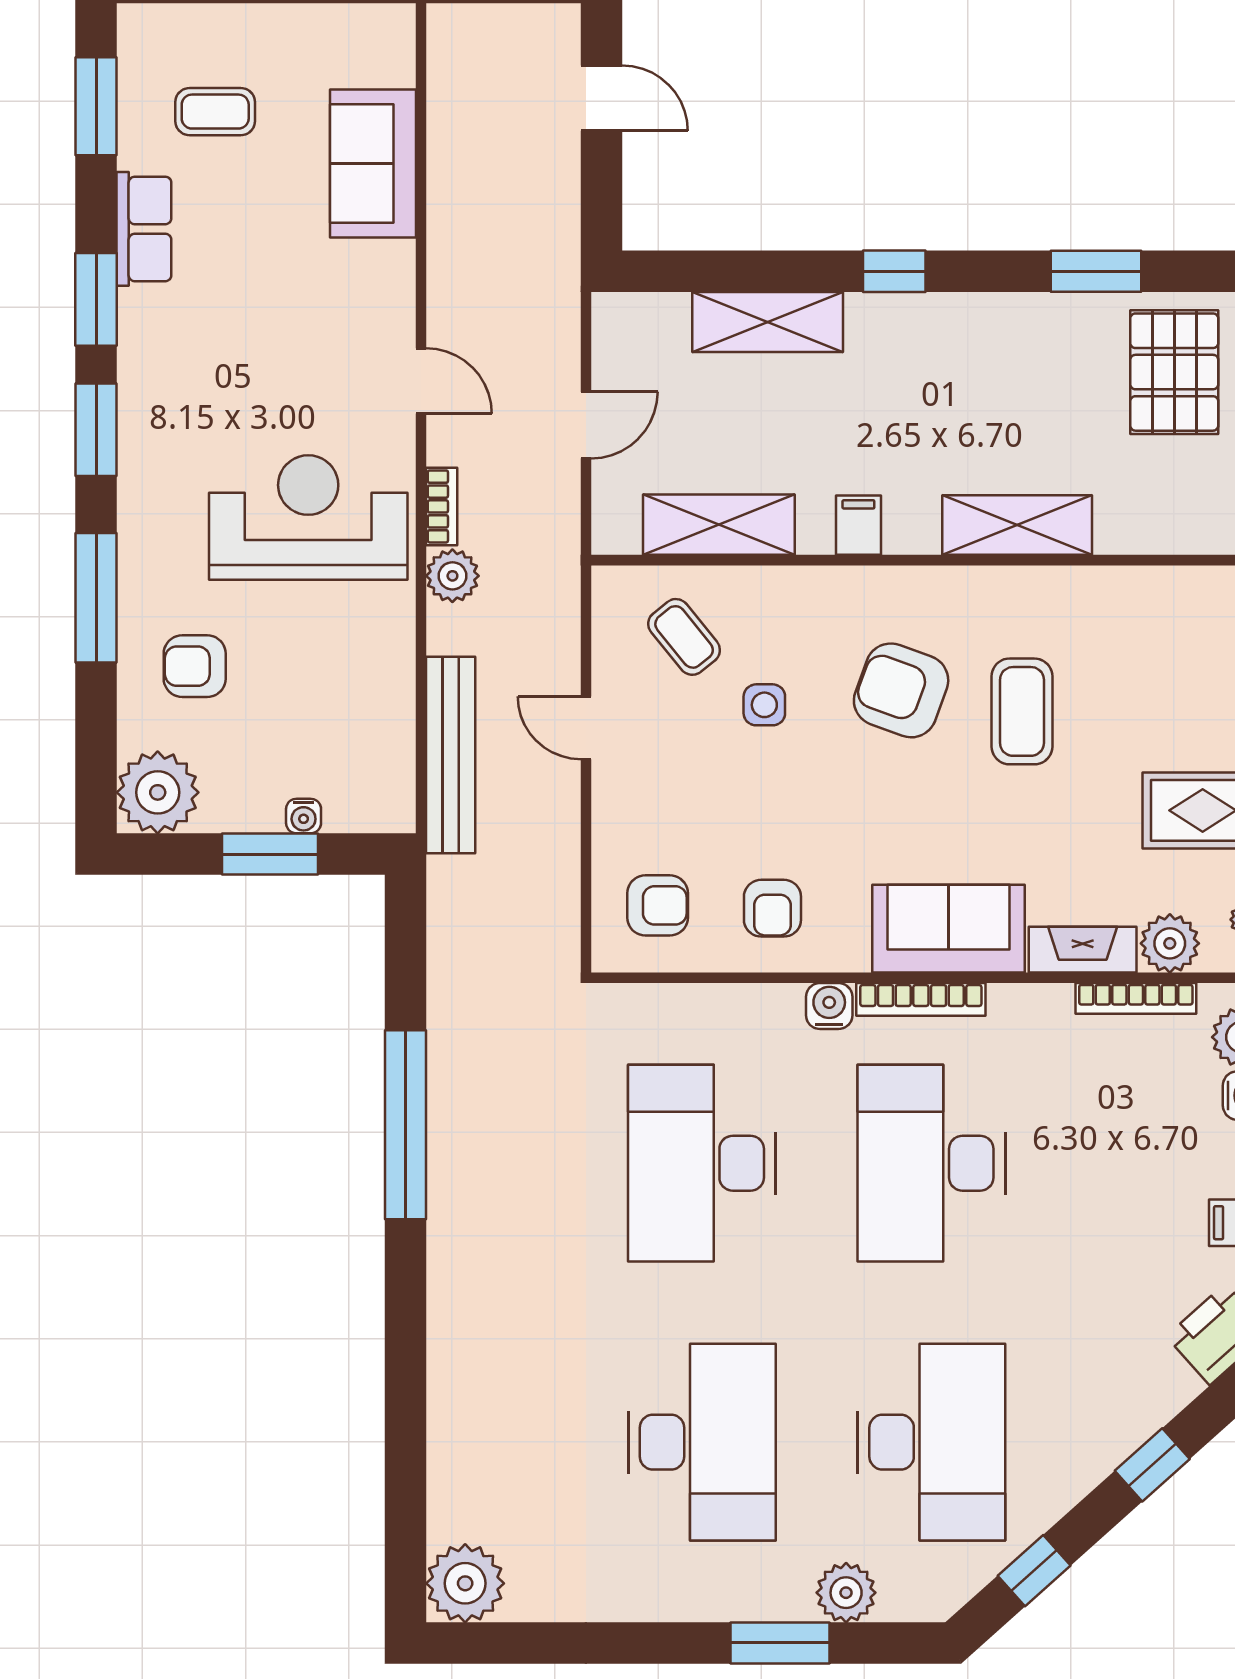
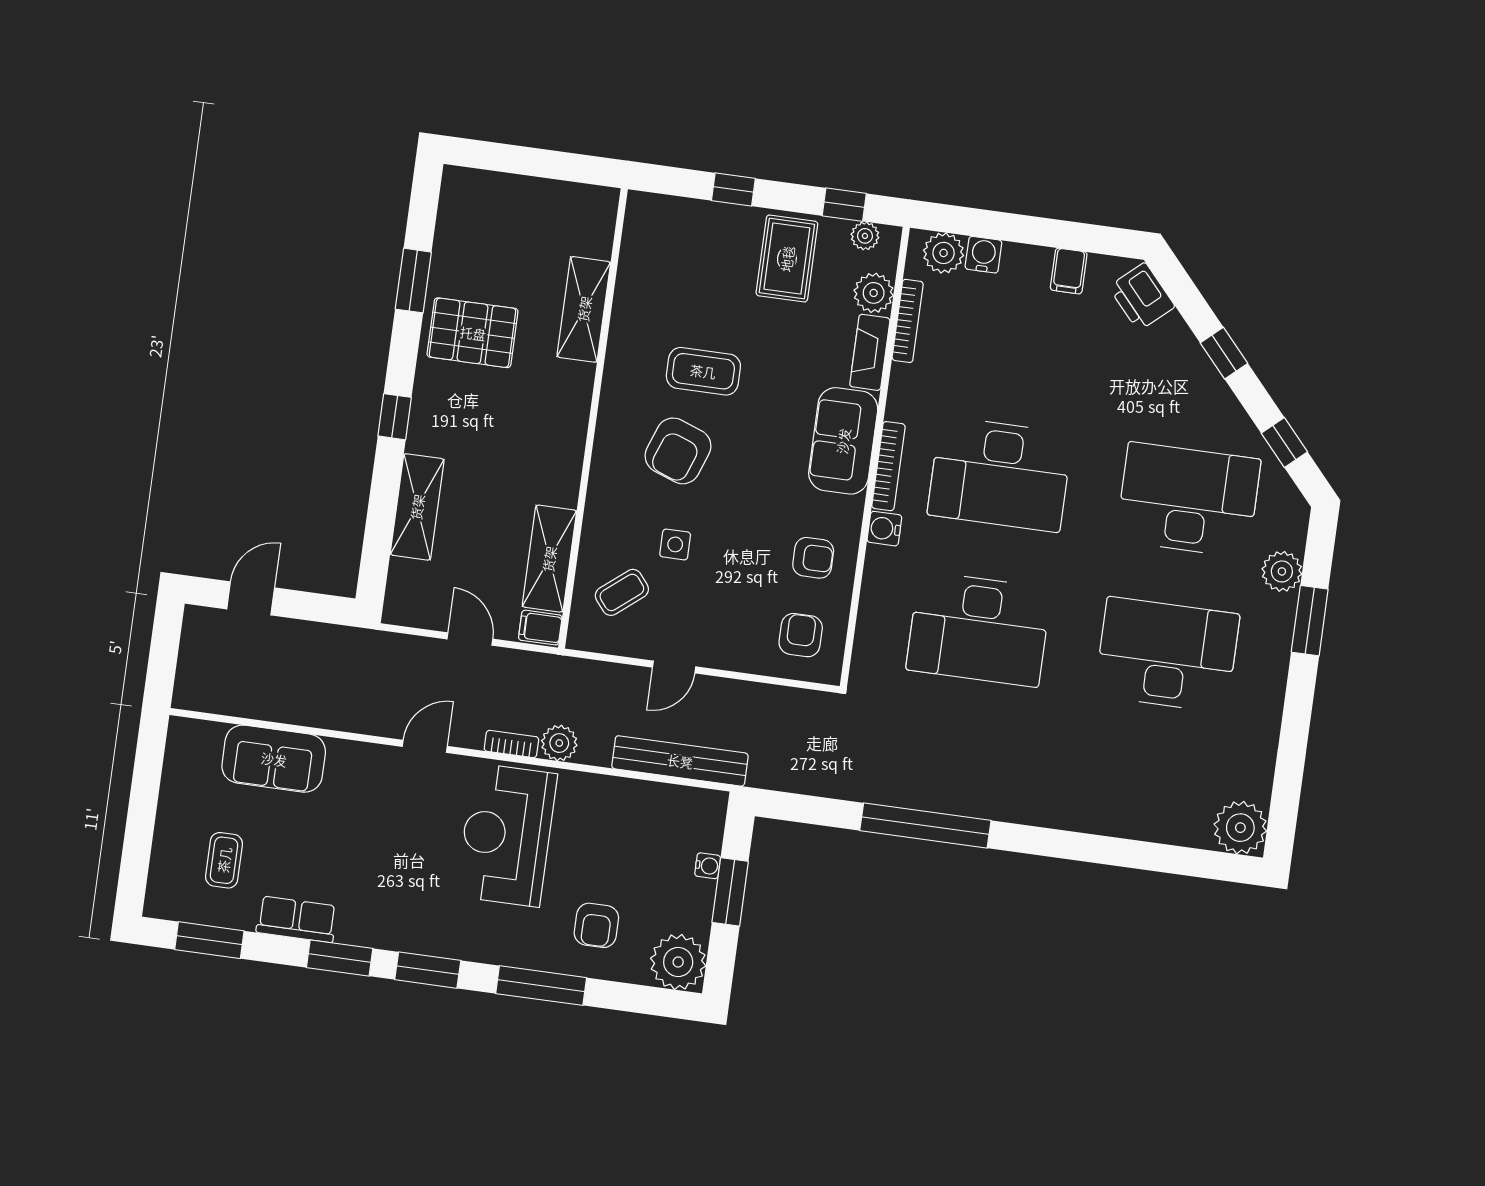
pallet: (1174, 372) -> (473, 333), moved
filing cabinet: (858, 525) -> (540, 628), moved
shelving: (1017, 525) -> (584, 309), moved

